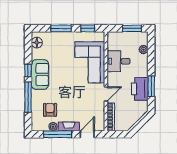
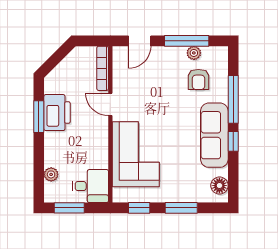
desk: (119, 61) -> (90, 186), moved
sofa: (40, 74) -> (214, 135), width x1.36
door: (106, 94) -> (110, 104), hinge flipped
fireplace: (69, 126) -> (169, 53), removed

